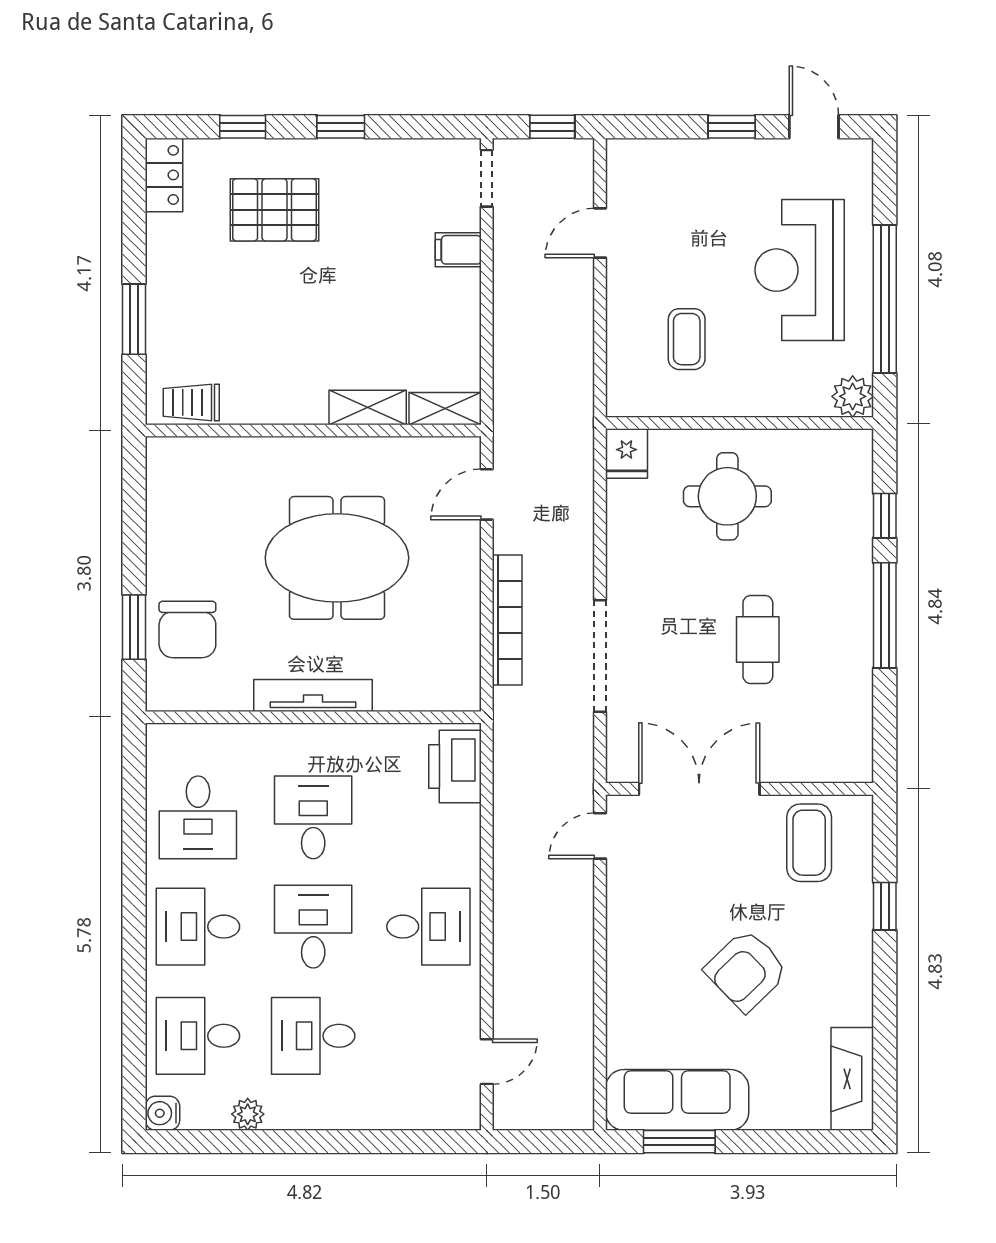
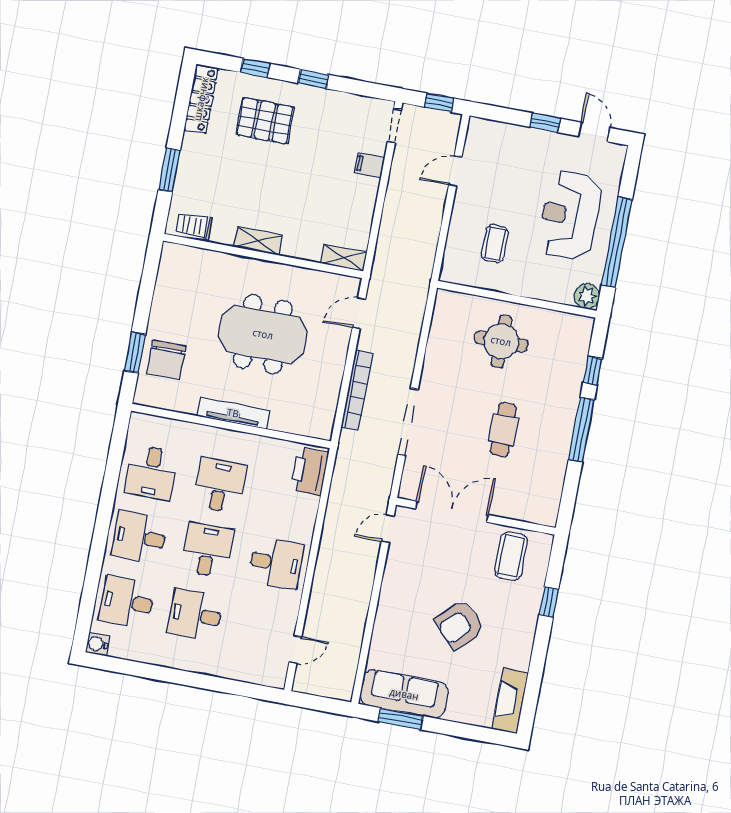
locker: (164, 175) -> (201, 99), width x1.53
shelving: (368, 407) -> (258, 241), moved
fridge: (626, 453) -> (446, 305), removed
plant: (248, 1114) -> (148, 654), removed

